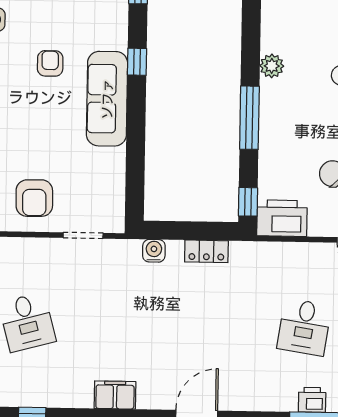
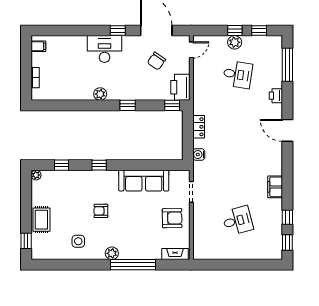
sofa: (107, 99) -> (144, 181), moved
window: (249, 118) -> (128, 105), width x0.46
filing cabinet: (115, 395) -> (275, 187), moved
printer: (312, 400) -> (276, 96), moved

